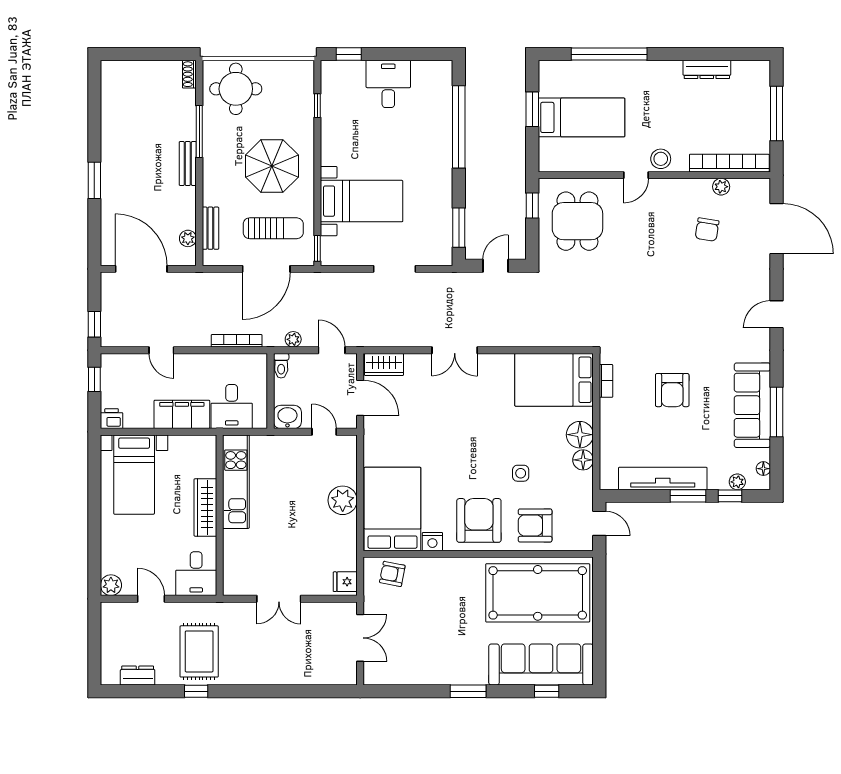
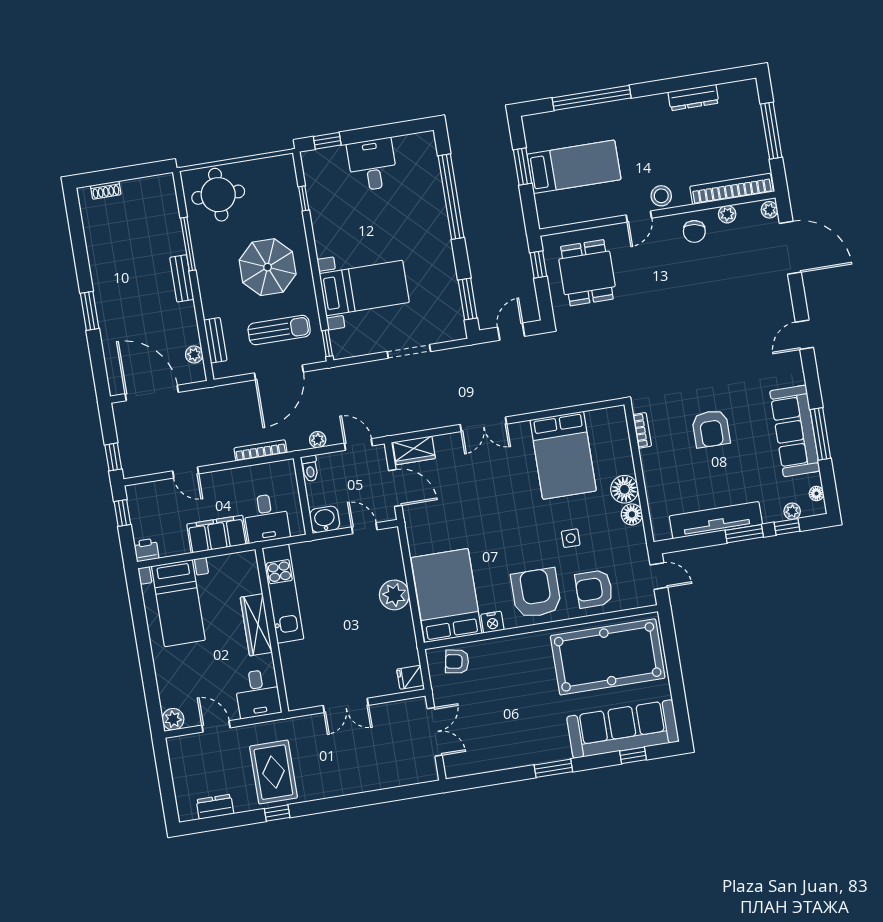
shoe rack: (189, 74) -> (106, 190), moved, turned -90
plant: (762, 189) -> (769, 210), added
chair: (707, 230) -> (694, 231), moved
bed: (554, 380) -> (563, 455), moved, turned -90

